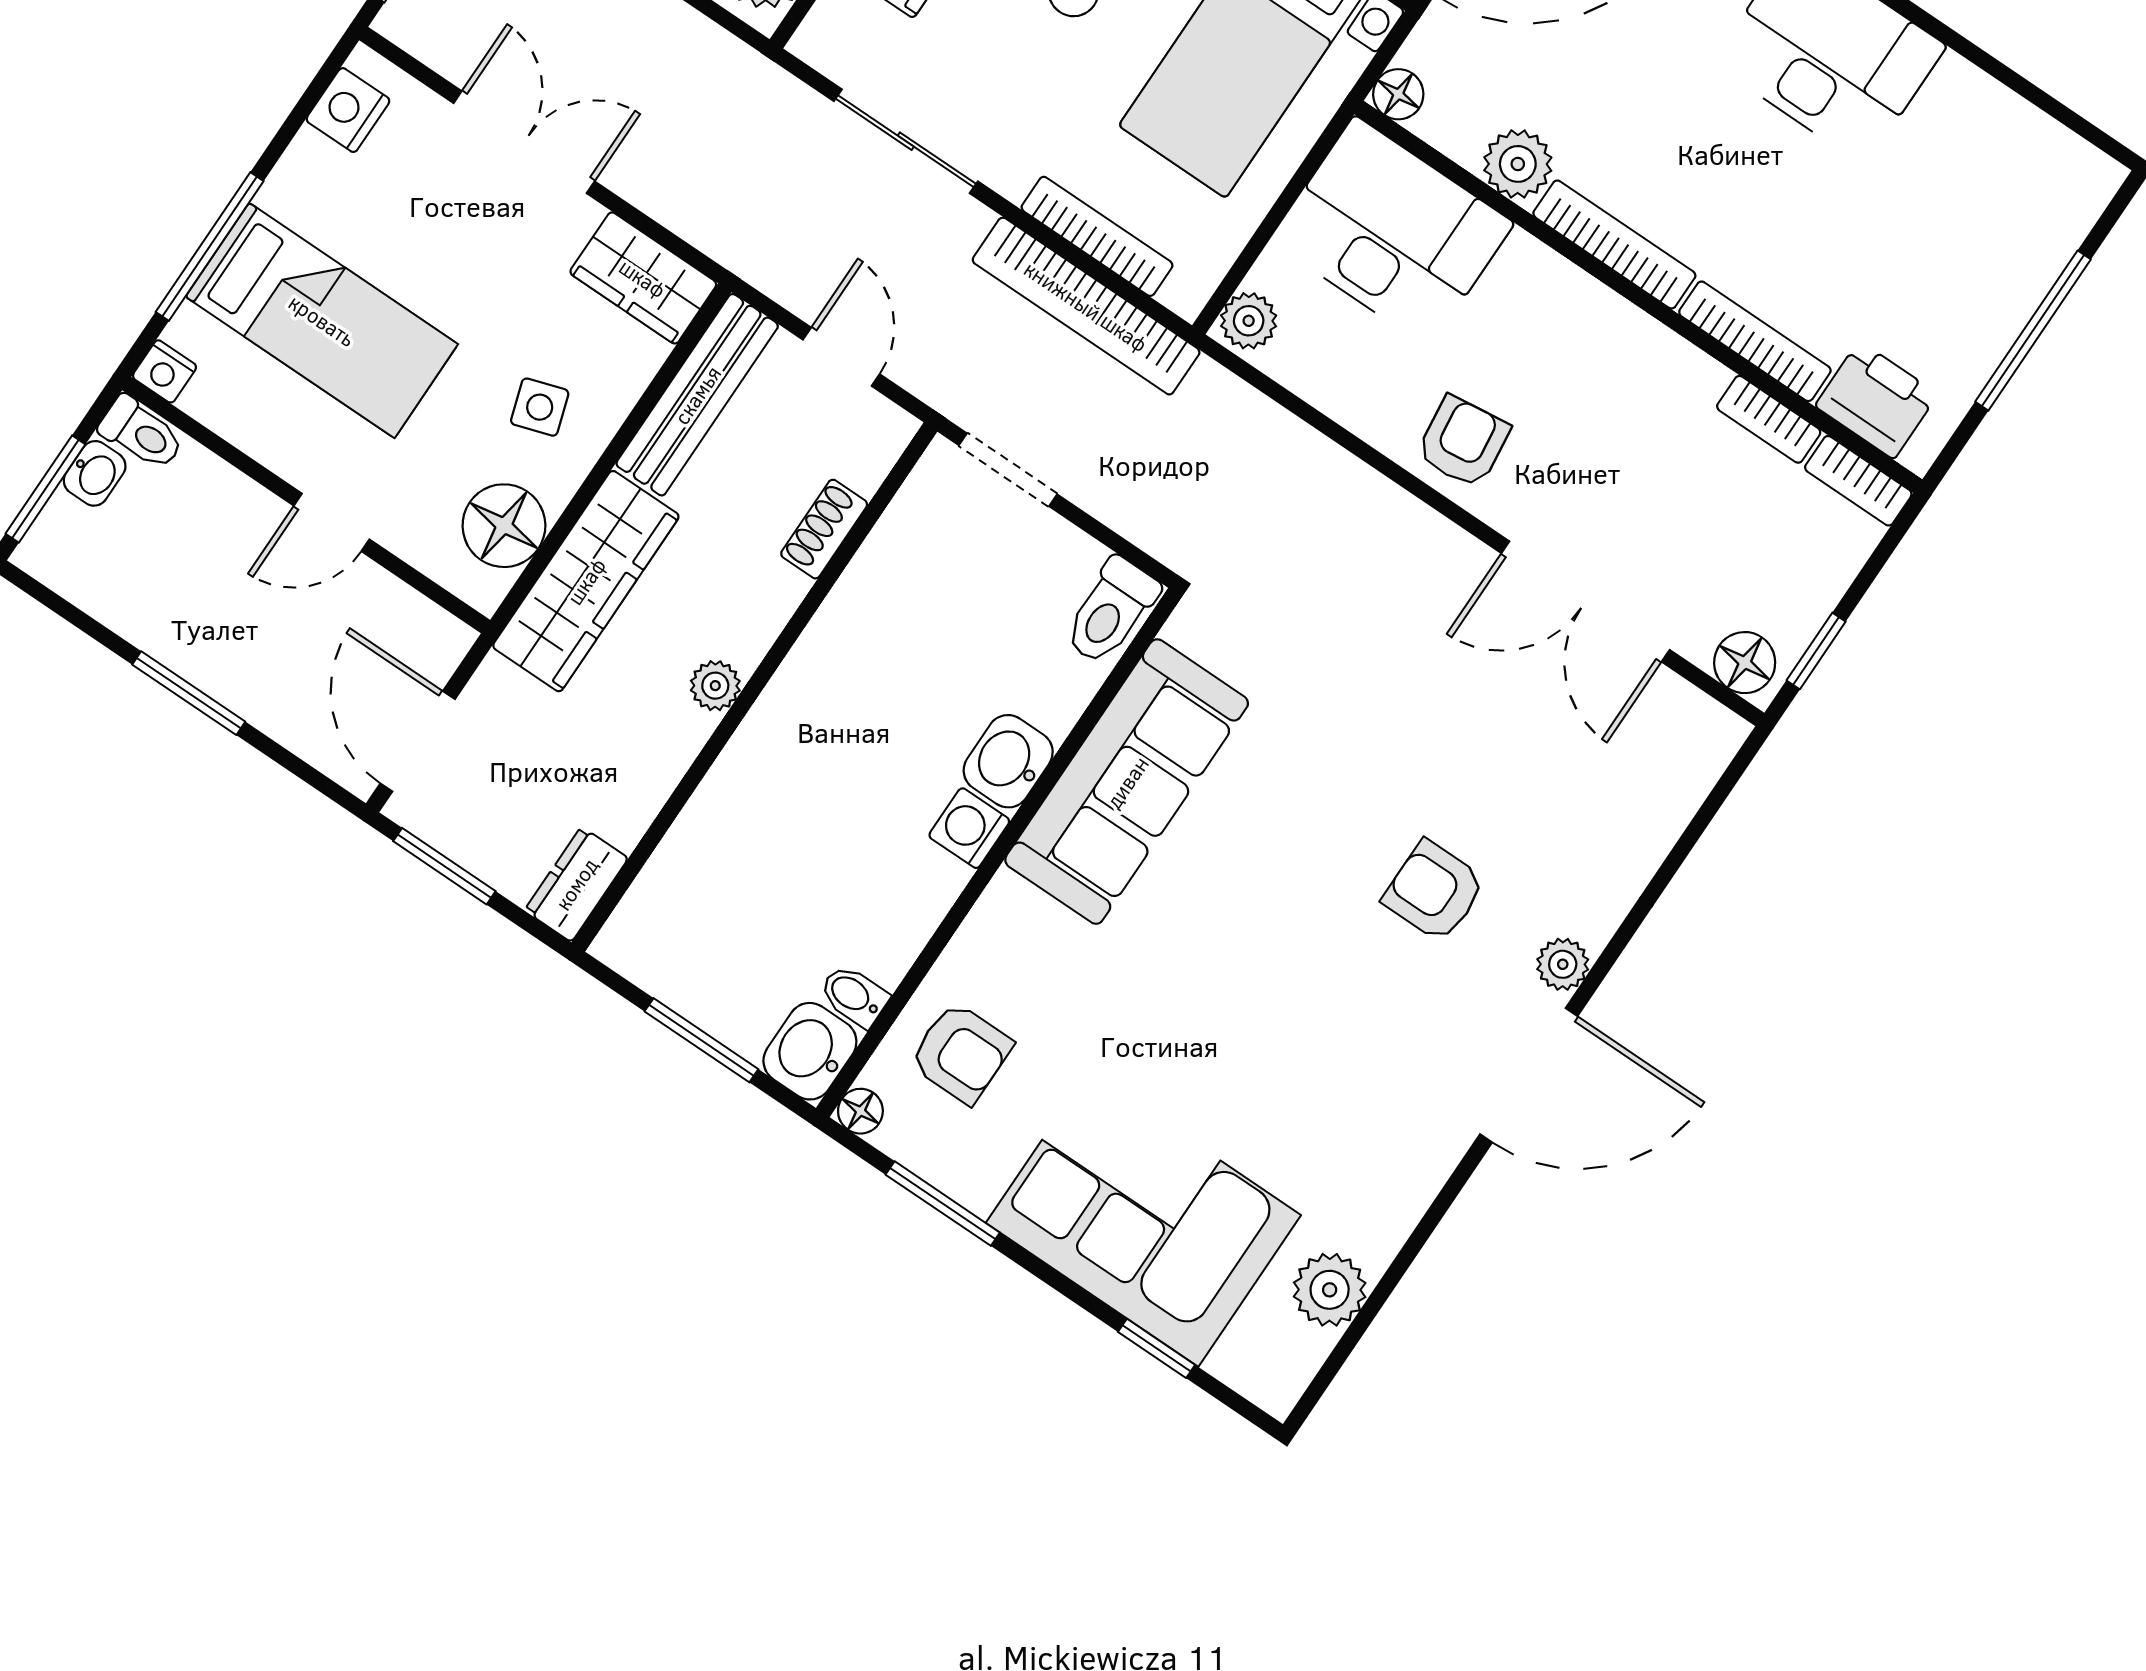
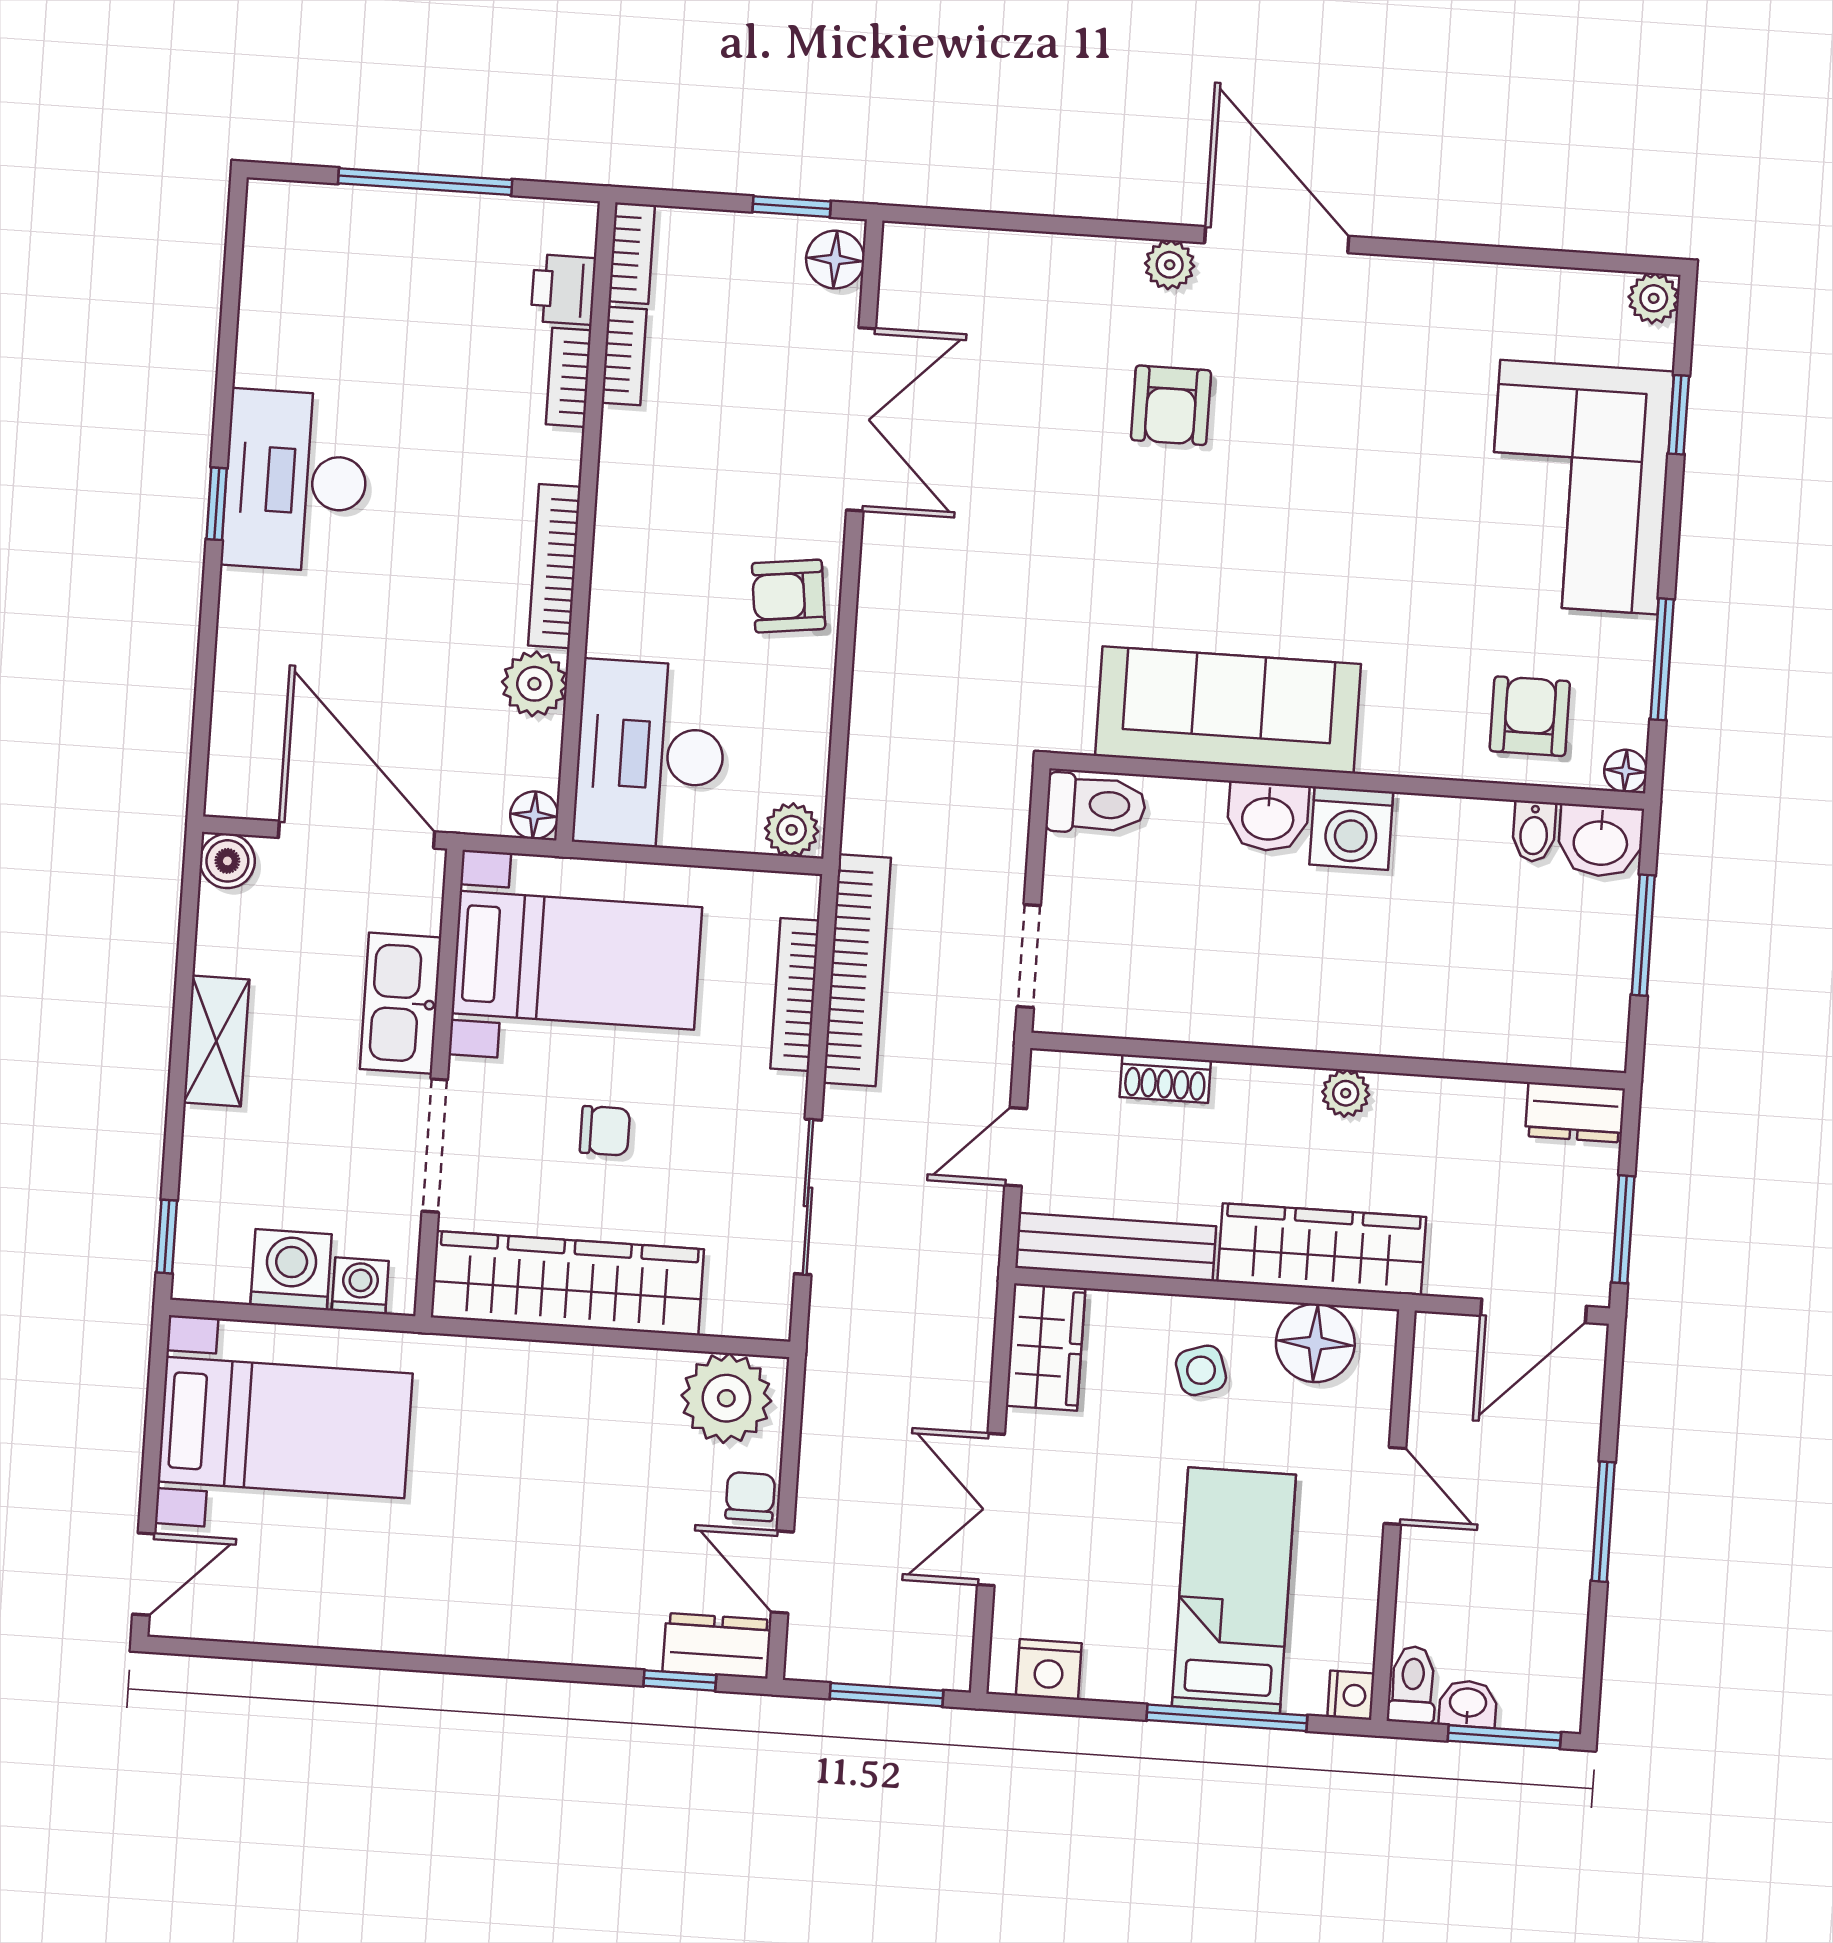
bookcase: (1755, 341) -> (569, 377), width x0.64
printer: (1876, 400) -> (563, 290), width x0.73, depth x0.81
washing machine: (969, 828) -> (1351, 828), width x1.38, depth x1.38
plant: (1330, 1290) -> (1654, 298), moved, width x0.73, depth x0.73

